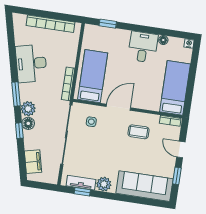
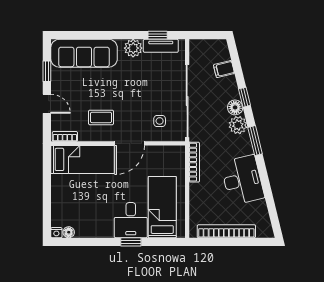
window: (108, 24) -> (131, 242), moved
floor lamp: (163, 40) -> (69, 232), moved
desk: (143, 47) -> (131, 220), moved
bed: (93, 76) -> (162, 207), moved, turned 180
bed: (175, 88) -> (83, 159), moved, turned -90
filing cabinet: (33, 162) -> (224, 69), width x0.50

